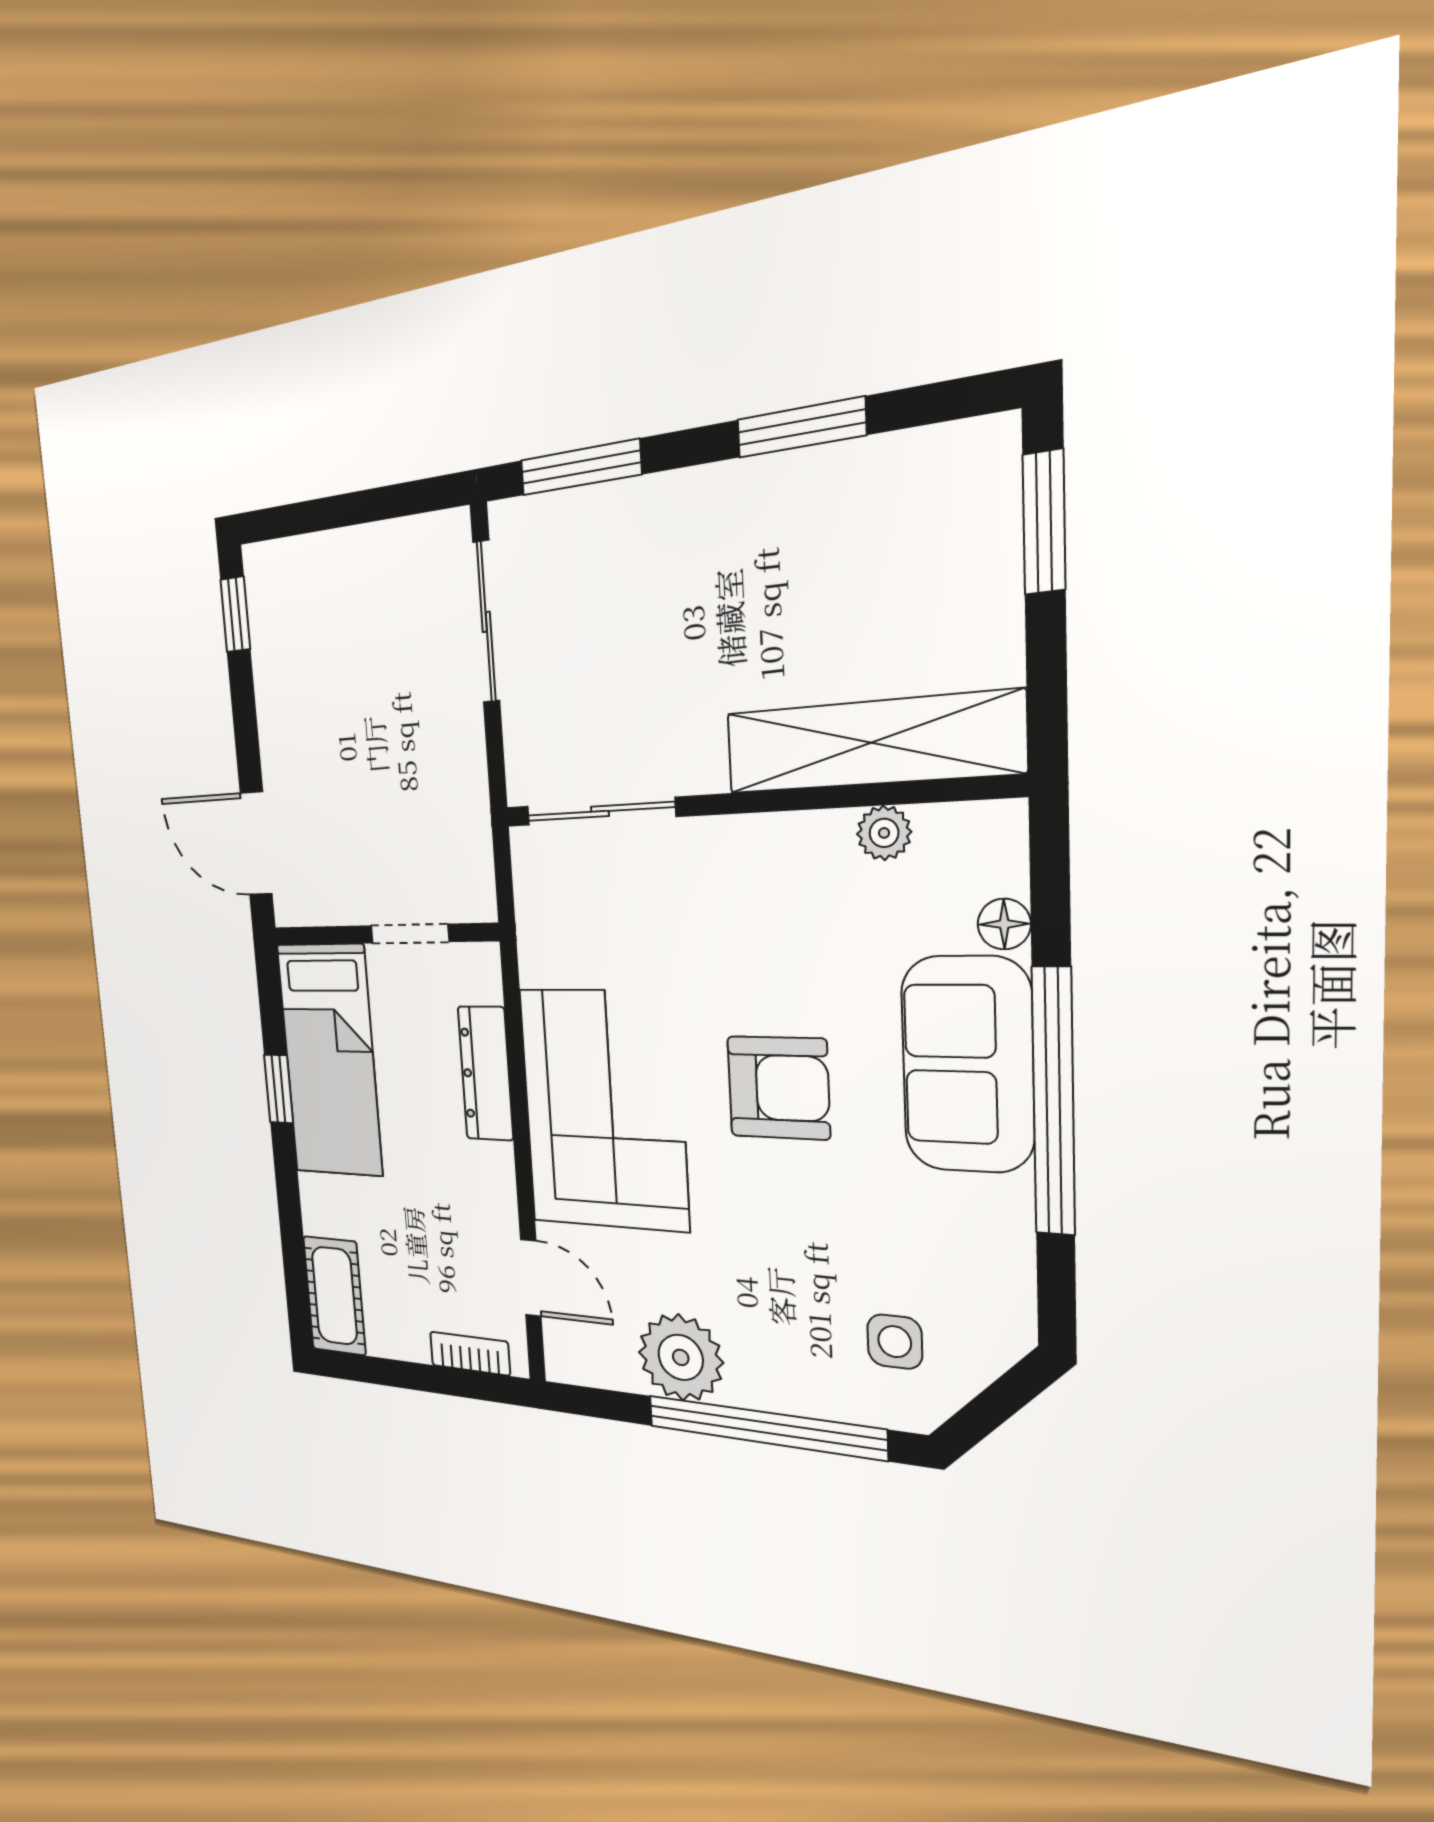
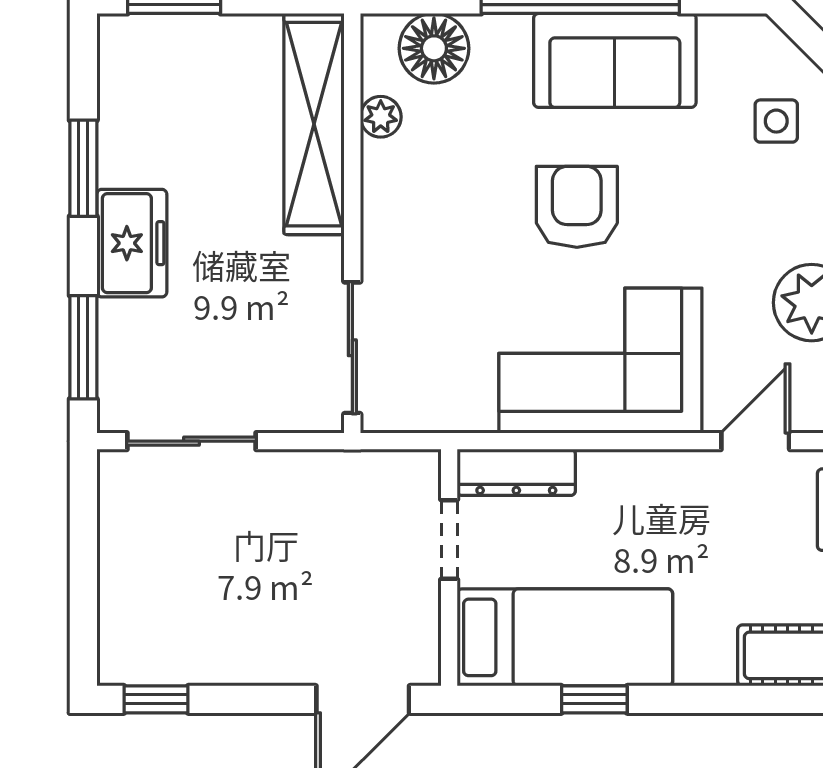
freezer: (708, 511) -> (132, 243), added
floor lamp: (1004, 924) -> (434, 48), width x1.89, depth x1.89
sofa: (967, 1064) -> (615, 60), moved
dresser: (486, 1073) -> (516, 472), moved

